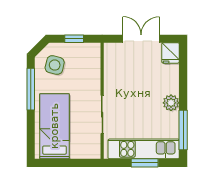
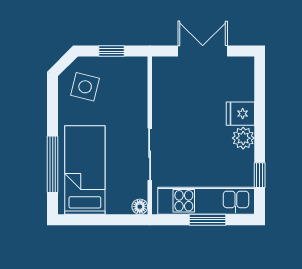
fridge: (171, 53) -> (240, 114), moved, turned 90
window: (31, 89) -> (53, 164), moved
window: (183, 130) -> (260, 175), width x0.46
floor lamp: (95, 153) -> (140, 207), added

